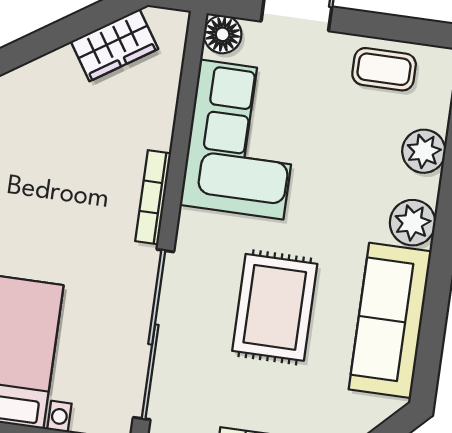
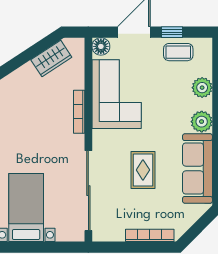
window: (377, 25) -> (172, 32), added
bookcase: (153, 197) -> (79, 112), moved
rug: (275, 307) -> (143, 170), width x0.73, depth x0.70

